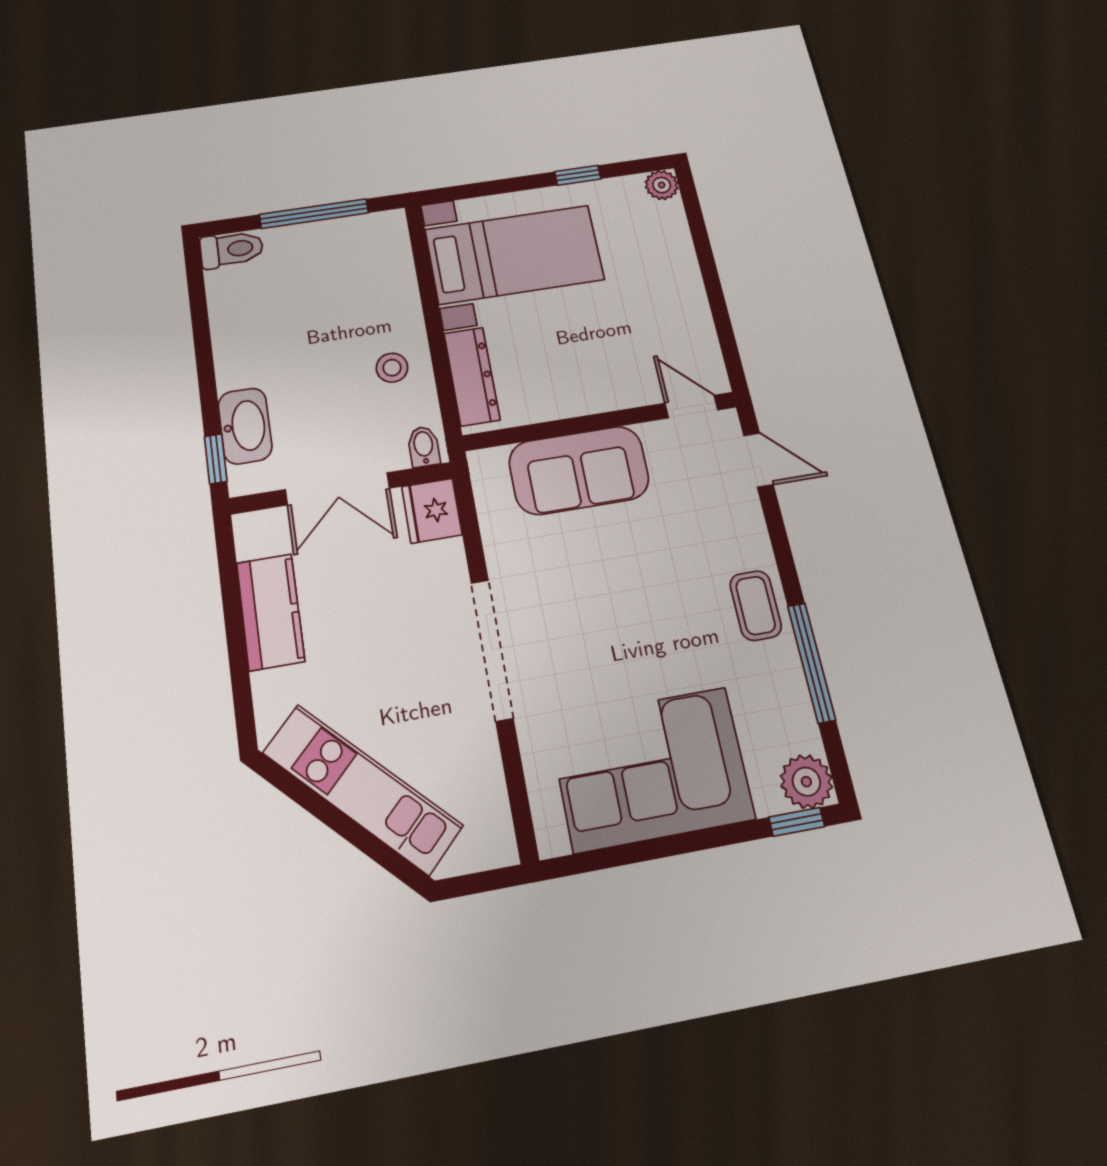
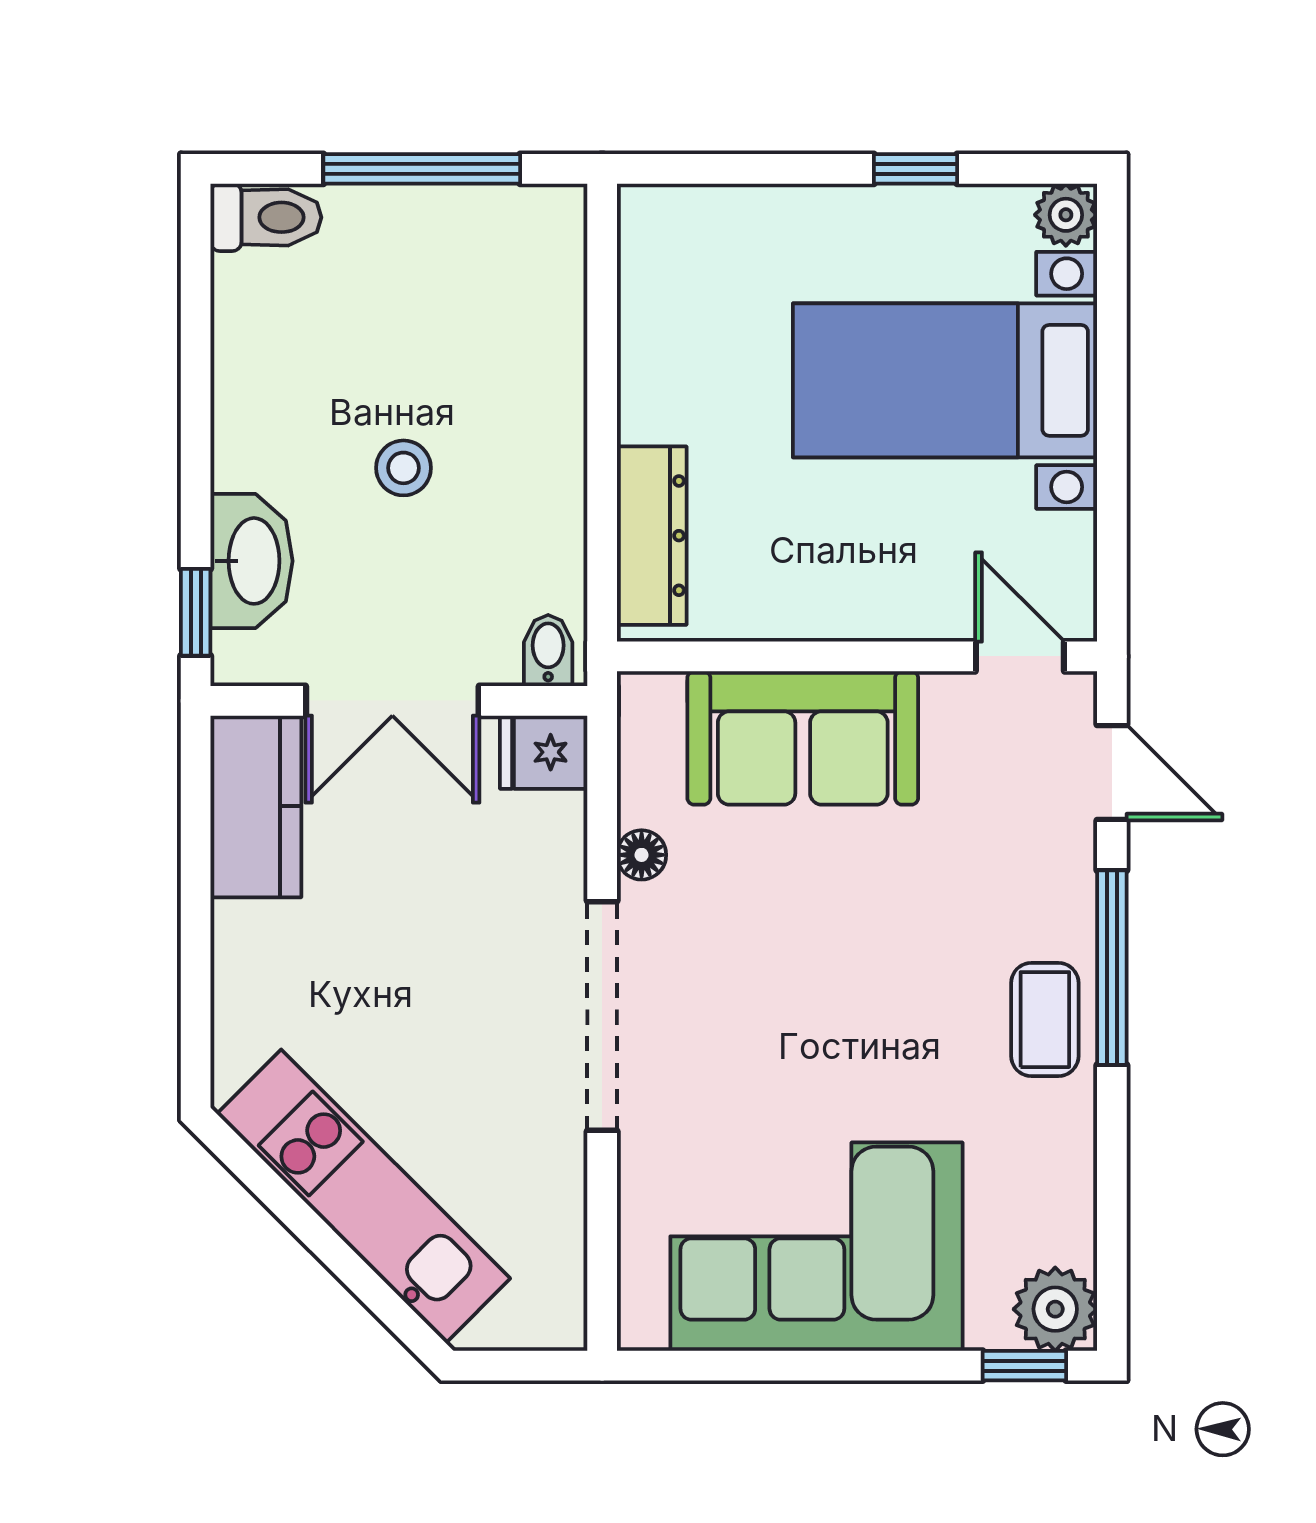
bed with nightstands: (514, 254) -> (945, 380), moved, turned 180
stool: (392, 368) -> (403, 468), moved
fridge: (432, 511) -> (544, 752), width x0.72
floor lamp: (498, 551) -> (642, 855), added
kitchen counter: (270, 612) -> (256, 806), moved
window: (811, 663) -> (1112, 968), moved

